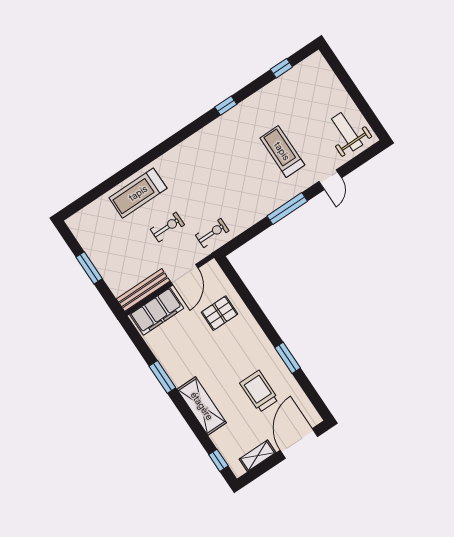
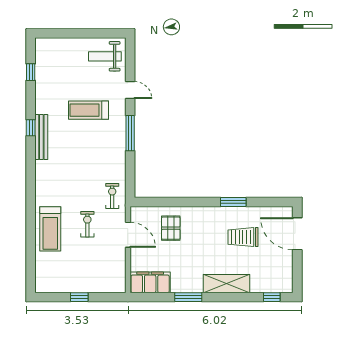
window: (89, 268) -> (79, 297), width x0.67
bench: (143, 290) -> (41, 137), moved
filing cabinet: (157, 311) -> (150, 282), moved, turned -90
shelving: (257, 456) -> (287, 268), removed

